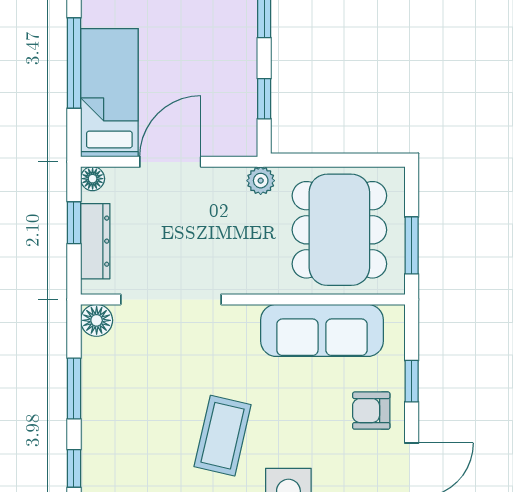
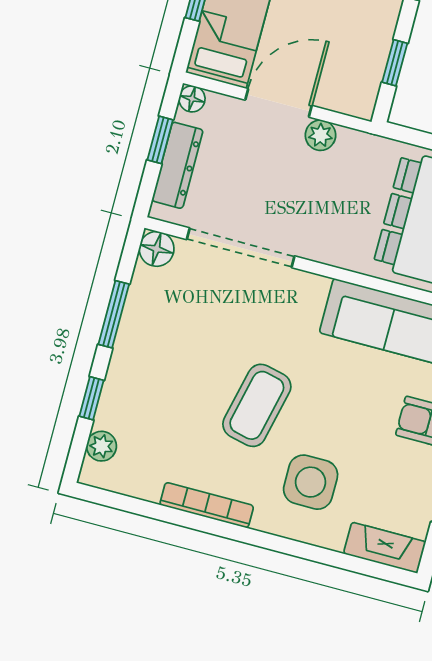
plant: (261, 181) -> (320, 135), moved

